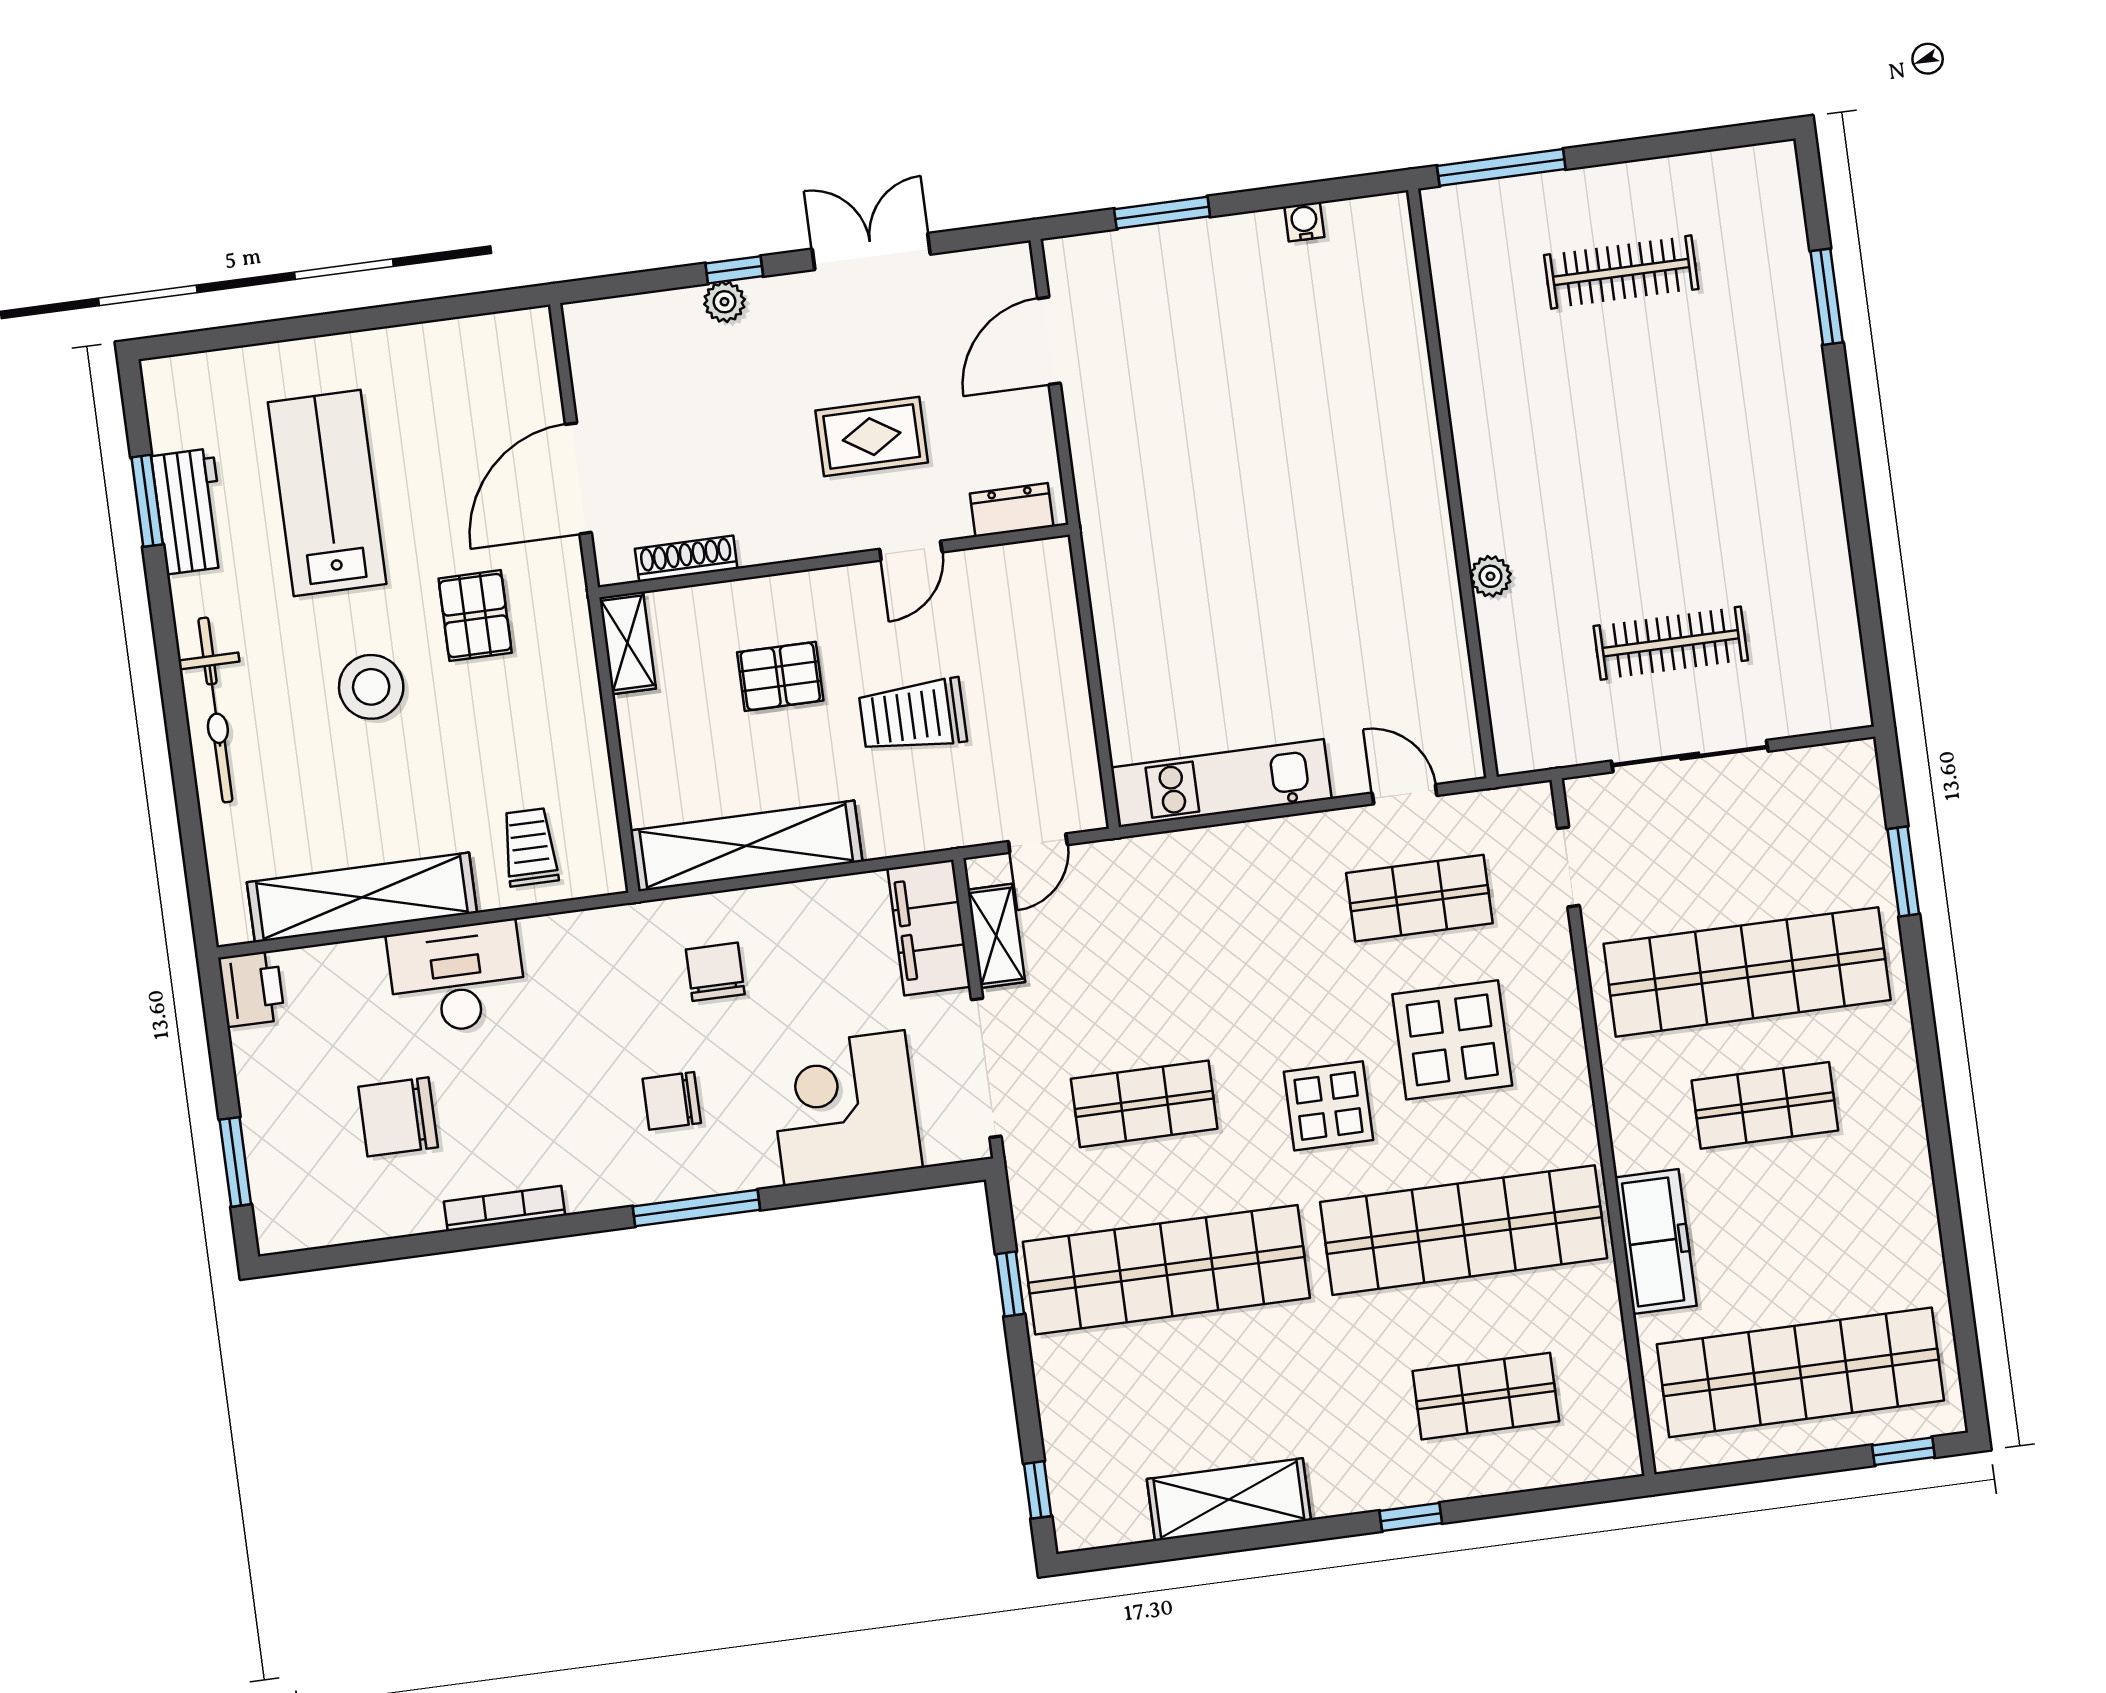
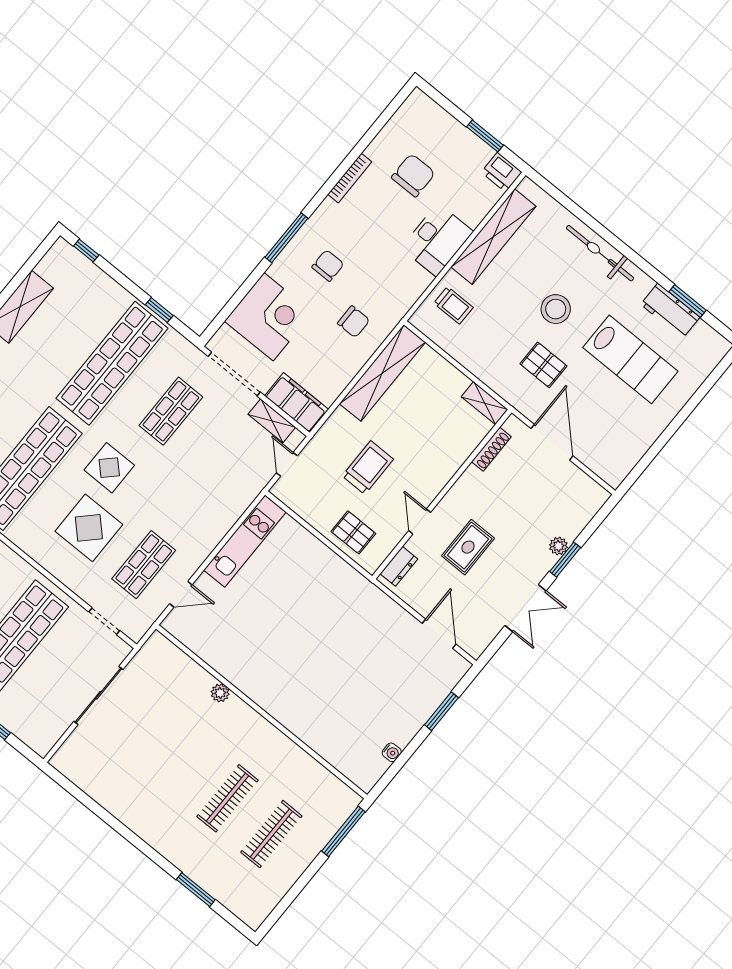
window: (734, 270) -> (565, 560), width x1.50
clothes rail: (1671, 643) -> (227, 798), moved
pallet: (780, 676) -> (353, 532), moved, turned 90
window: (235, 1162) -> (485, 136), moved

